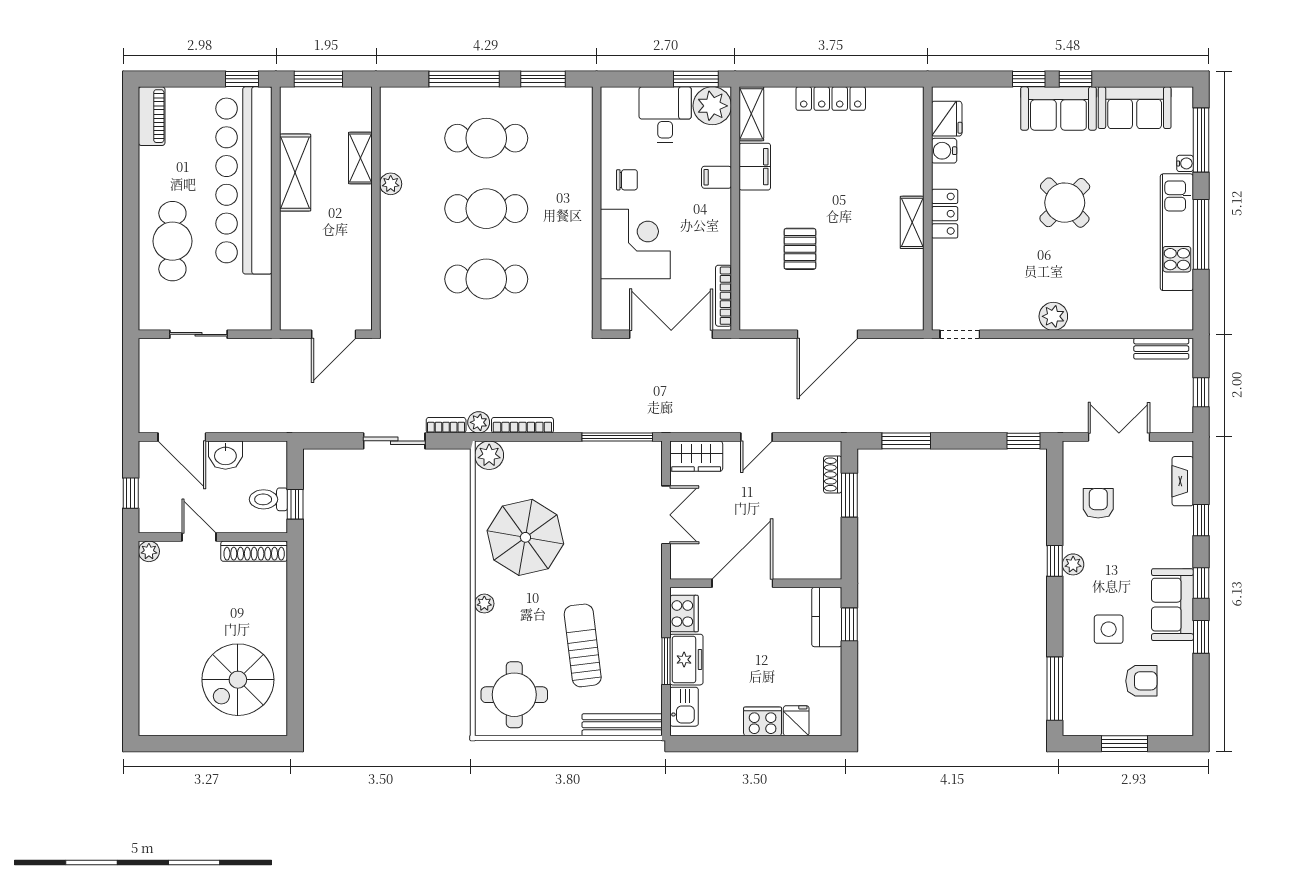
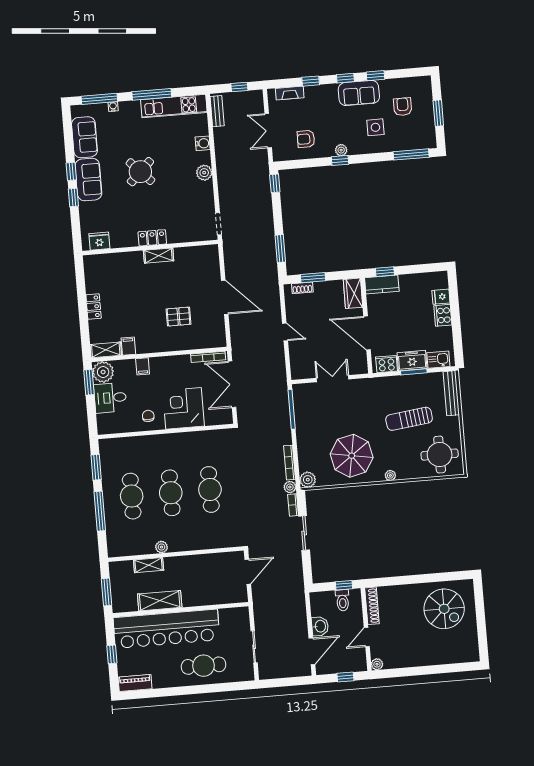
window: (242, 79) -> (112, 654), moved
locker: (831, 99) -> (94, 307), width x0.66
water cooler: (944, 151) -> (203, 143), moved, turned -90
filing cabinet: (755, 167) -> (128, 346), width x0.50
kitchen unit: (1177, 232) -> (174, 106), moved
door: (334, 334) -> (248, 572), hinge flipped
wardrobe: (696, 456) -> (353, 293), moved, turned 180

